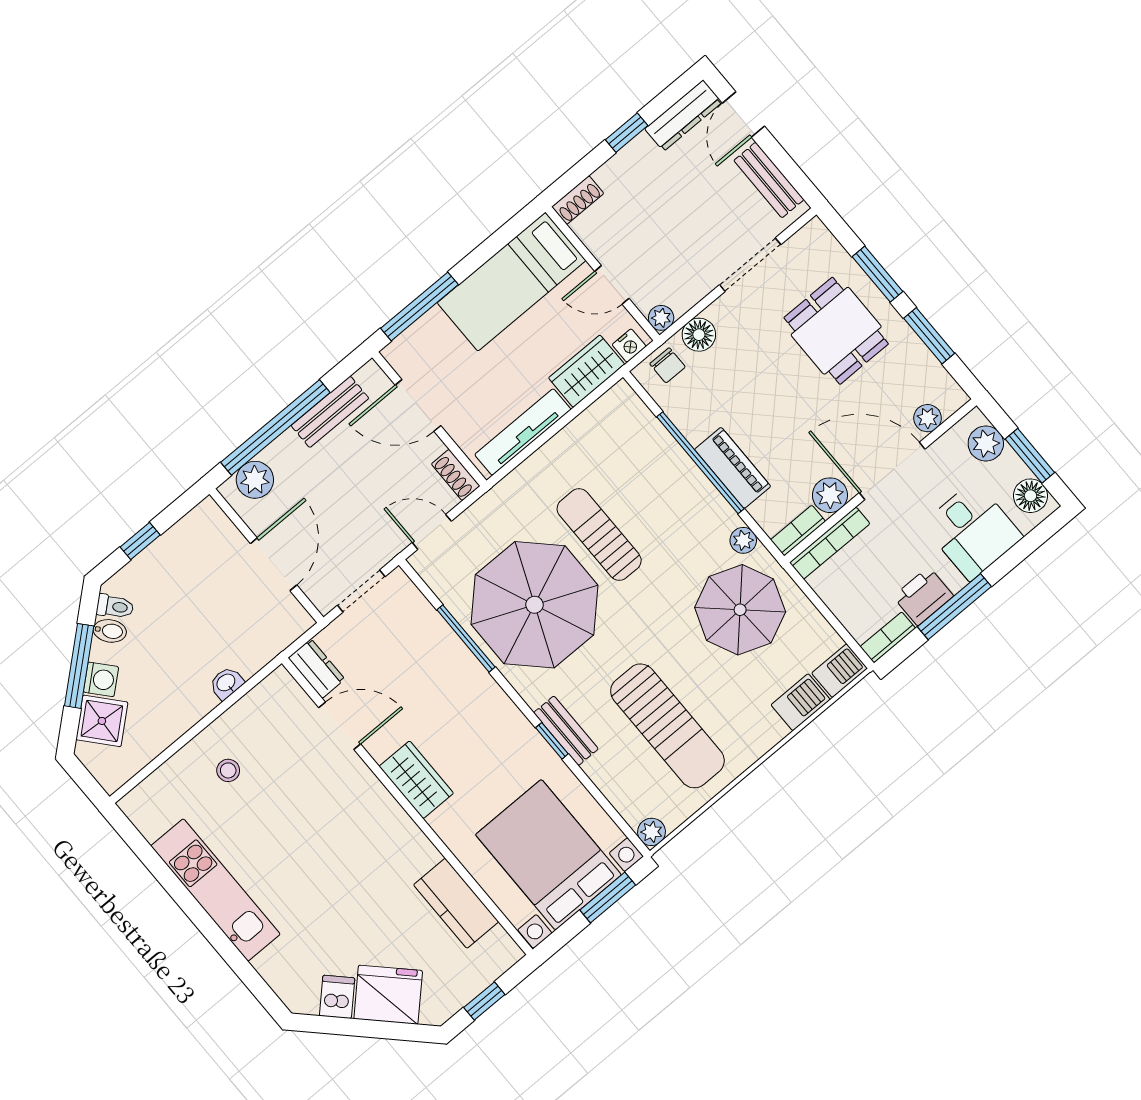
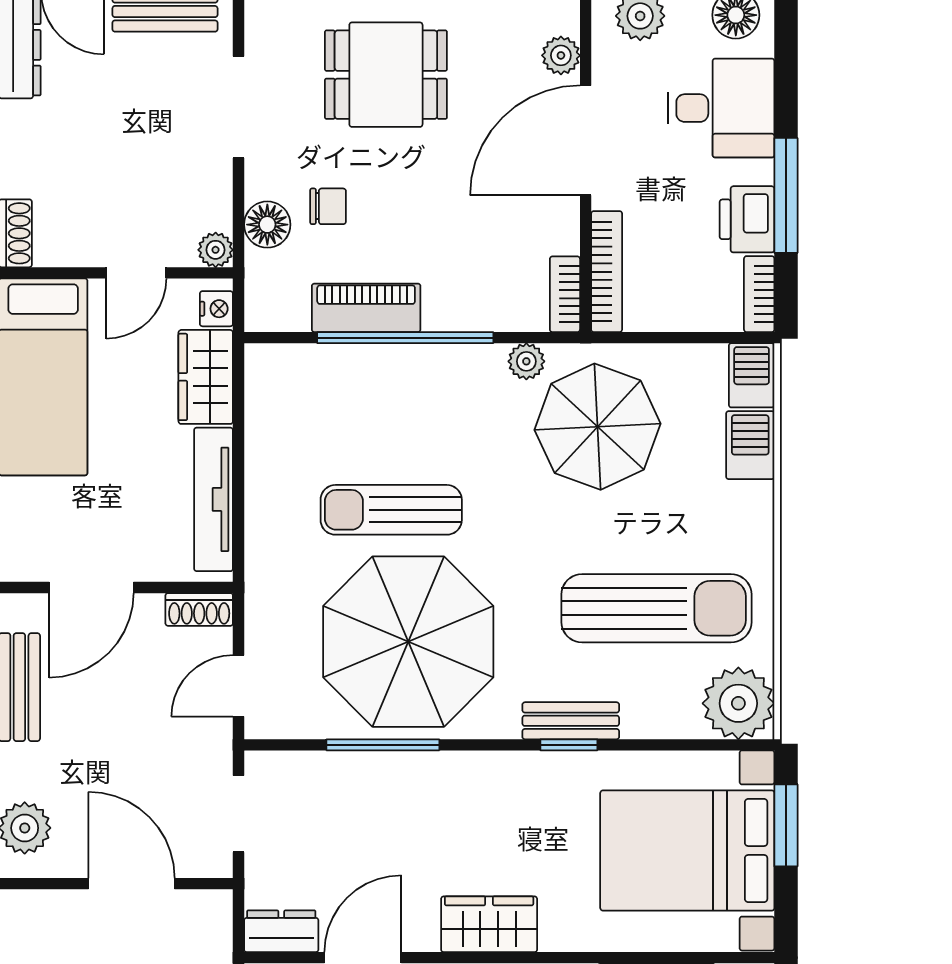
chair: (668, 365) -> (328, 206), moved
piano: (733, 468) -> (366, 308), moved
plant: (830, 495) -> (556, 228), removed
plant: (652, 832) -> (738, 703), width x1.87, depth x1.87

